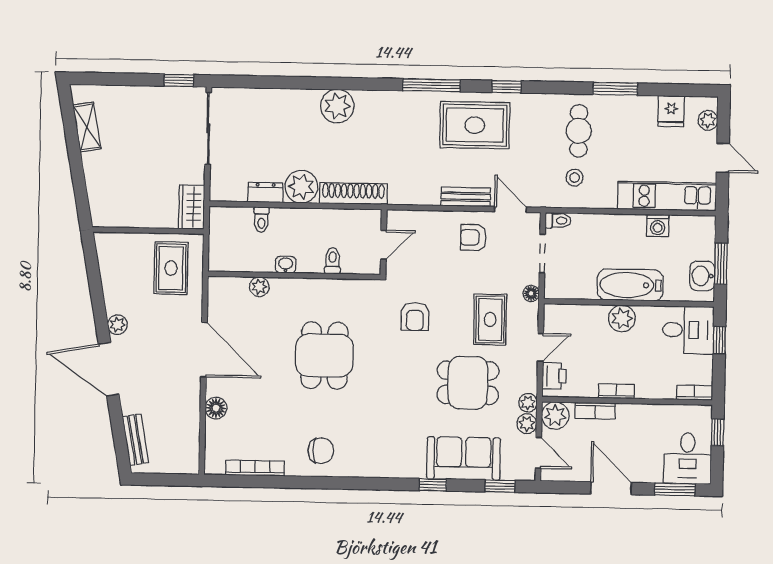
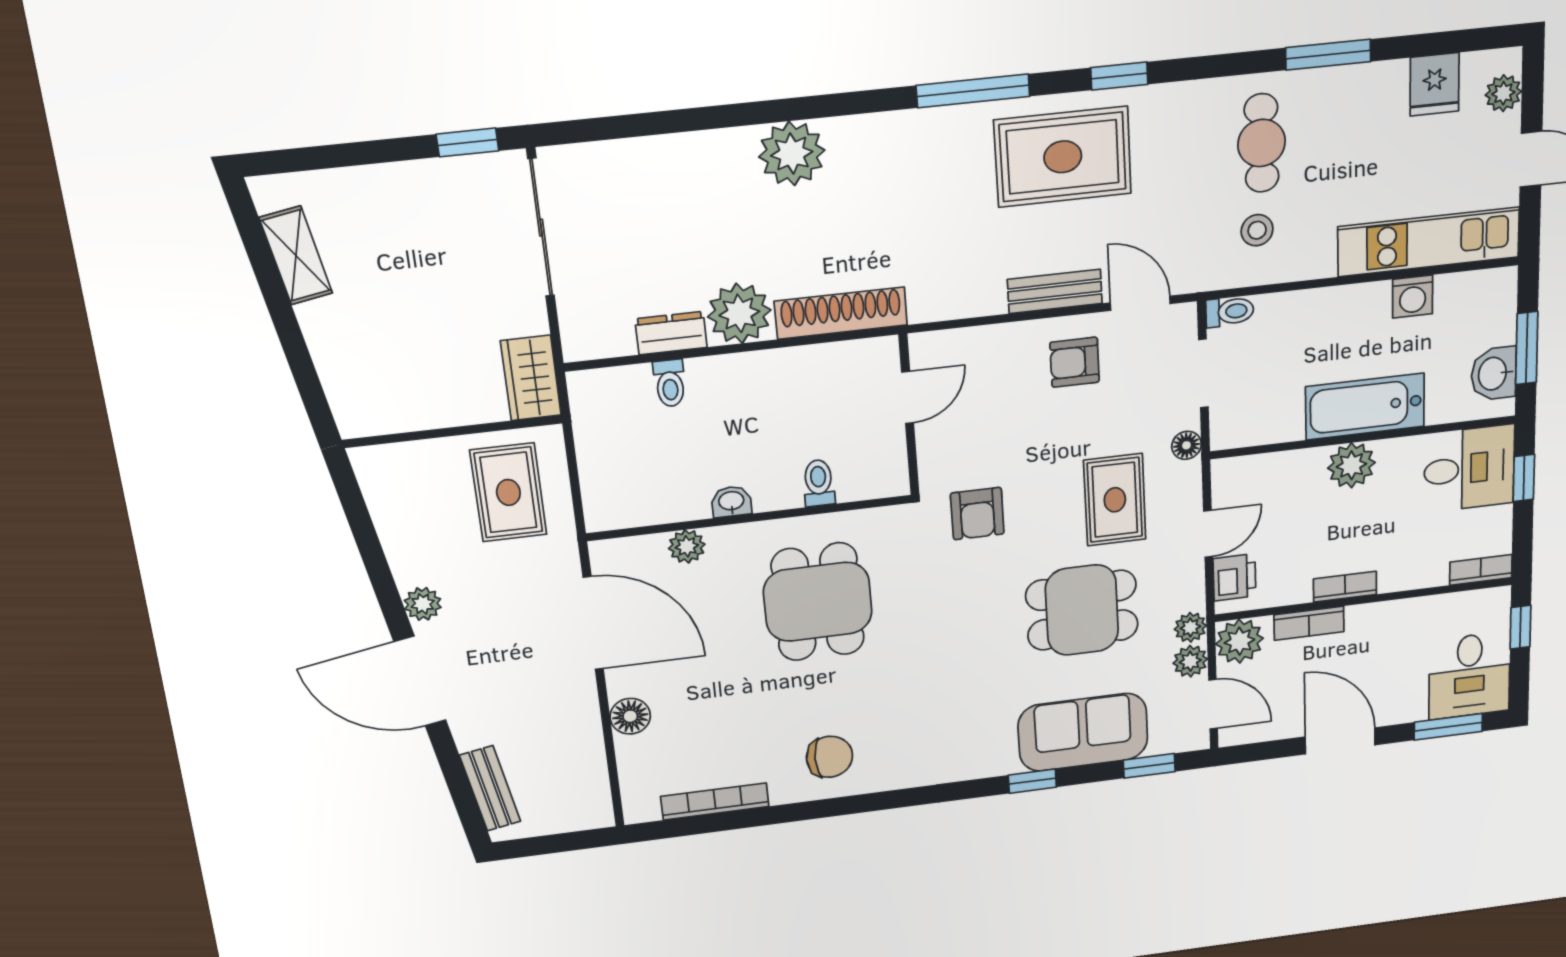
toilet: (333, 261) -> (819, 483), moved
washbasin: (286, 265) -> (731, 502), moved
wall: (294, 275) -> (750, 518), moved
plant: (259, 287) -> (687, 546), moved

